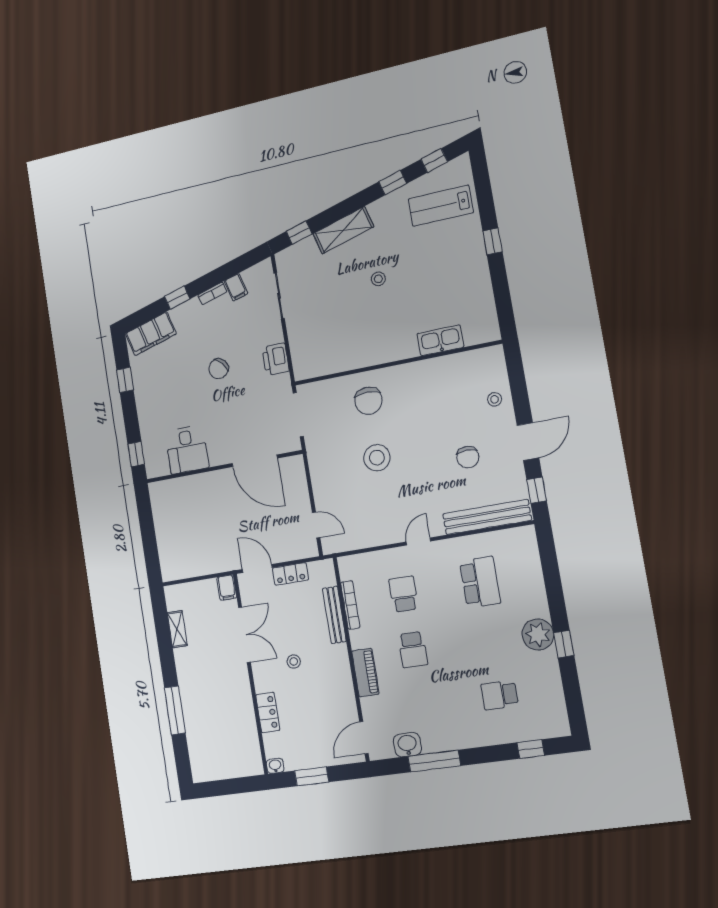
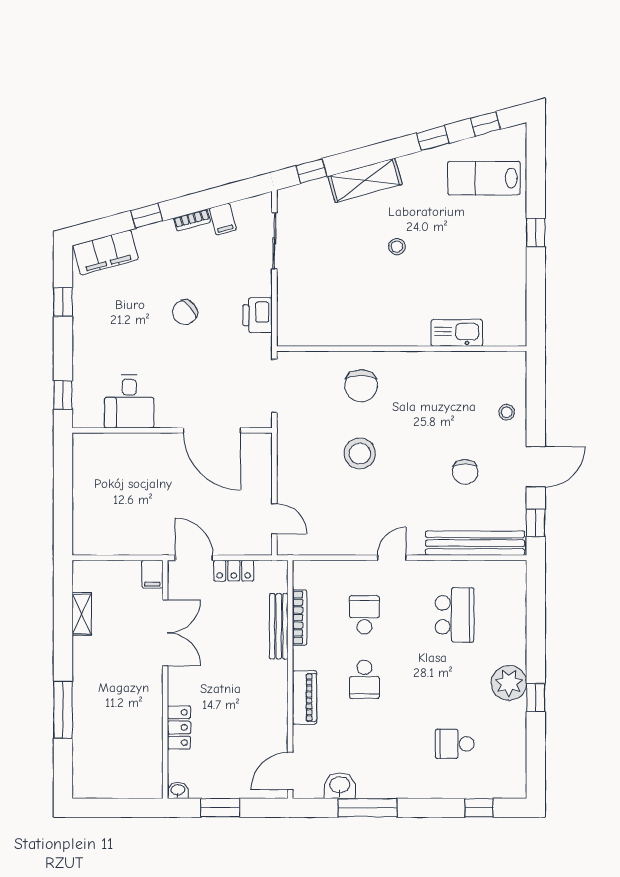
stool: (294, 662) -> (221, 673), removed

